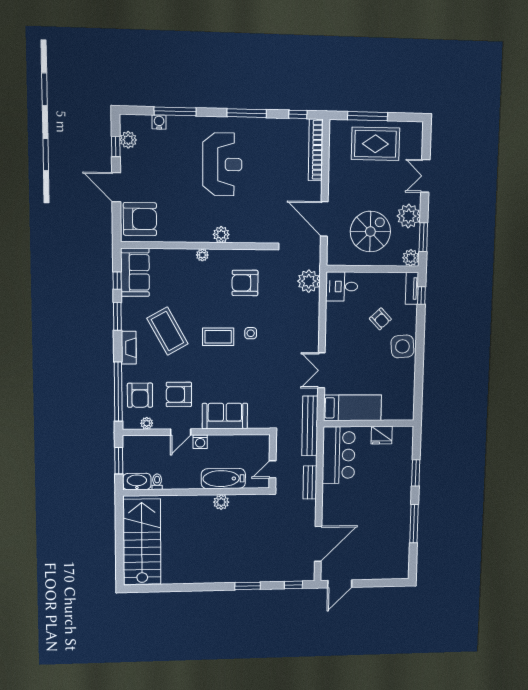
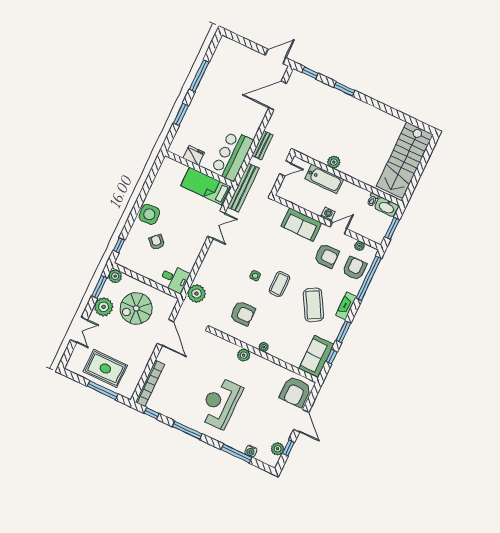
armchair: (140, 219) -> (295, 392), turned -90
tv unit: (412, 288) -> (124, 254), removed
coffee table: (218, 337) -> (279, 284), turned 90

